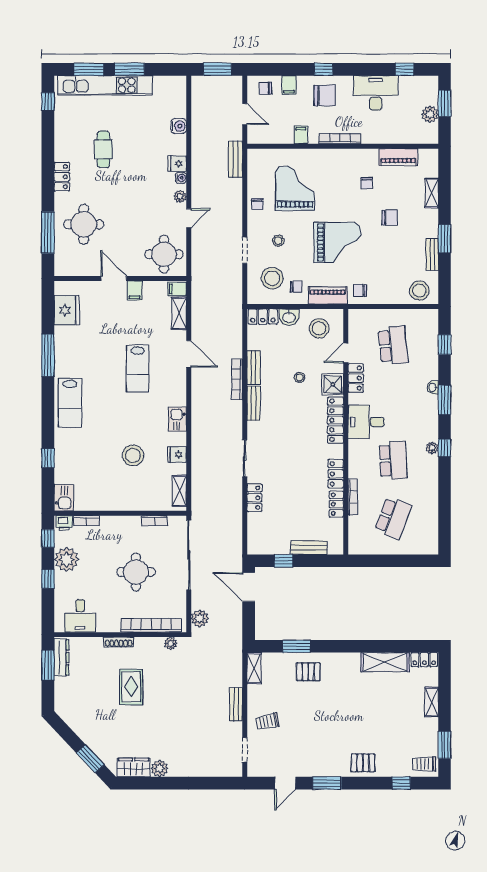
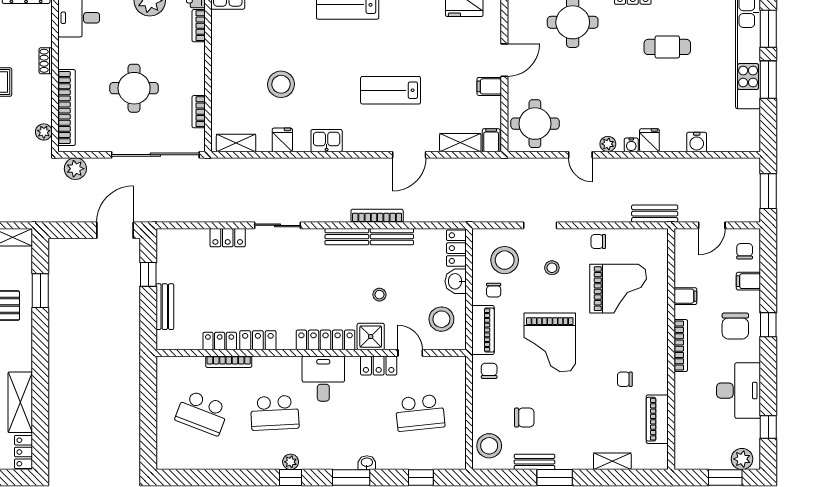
plant: (430, 114) -> (742, 459), moved
chair: (390, 218) -> (524, 418), moved, turned -90
shoe rack: (119, 642) -> (46, 61), width x0.70

